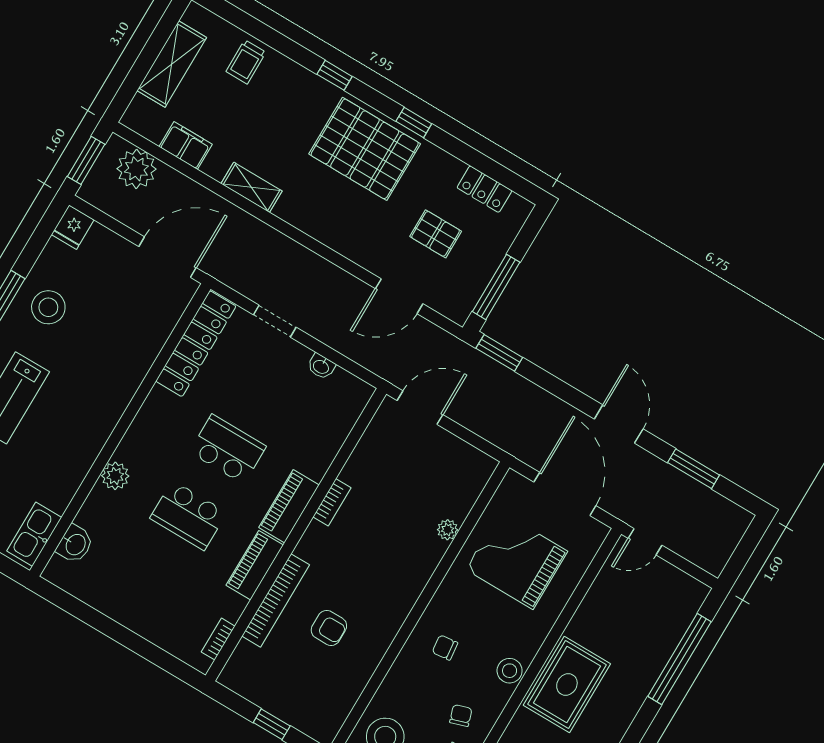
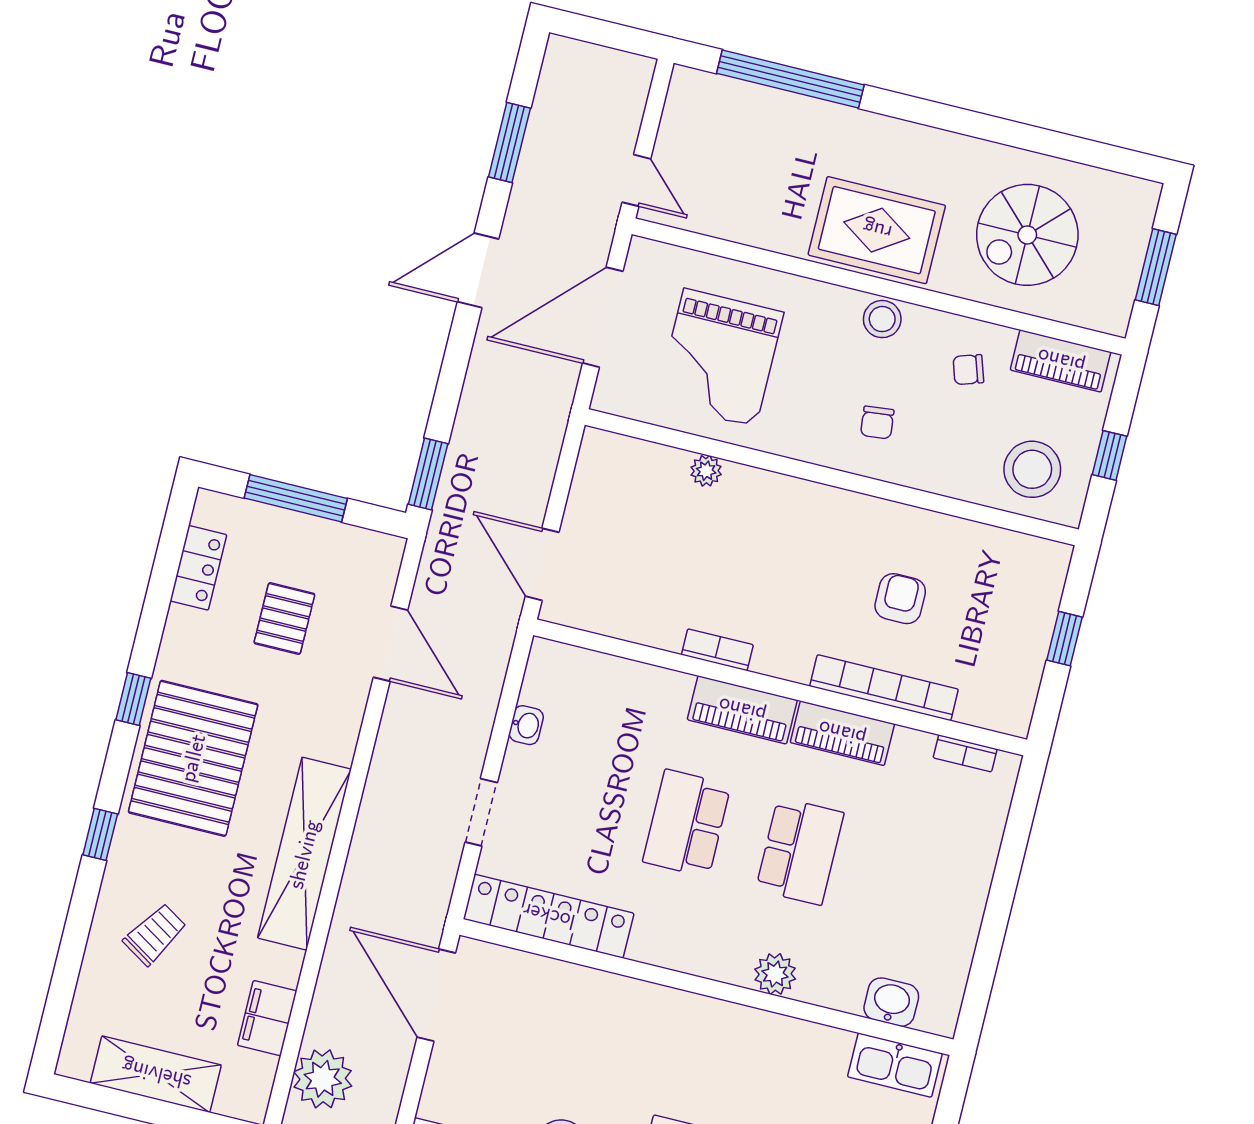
trolley: (246, 62) -> (155, 934), moved, turned -58
shelving: (252, 187) -> (304, 854), width x2.20, depth x1.33
window: (496, 287) -> (296, 498), moved

